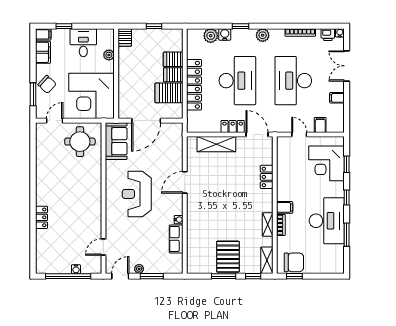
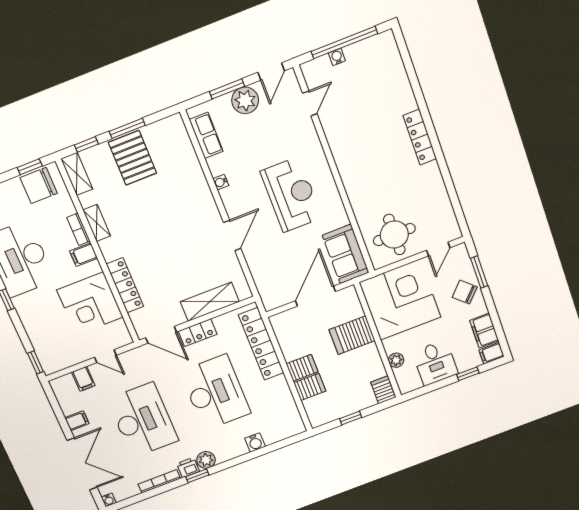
window: (241, 26) -> (197, 476), moved
printer: (328, 35) -> (188, 468), moved
plant: (211, 36) -> (273, 434), removed
double door: (347, 66) -> (82, 464), width x1.37
desk: (237, 81) -> (215, 392), turned 180
locker: (194, 85) -> (261, 344), moved
server rack: (169, 93) -> (352, 335), moved, turned 180
corner desk: (326, 163) -> (90, 304), moved, turned 180
window: (347, 164) -> (35, 362), moved
locker: (267, 177) -> (125, 285), width x1.53
locker: (42, 217) -> (420, 137), moved, width x1.53
row of seats: (176, 239) -> (206, 135), moved
plant: (139, 269) -> (245, 100), width x1.88, depth x1.88

